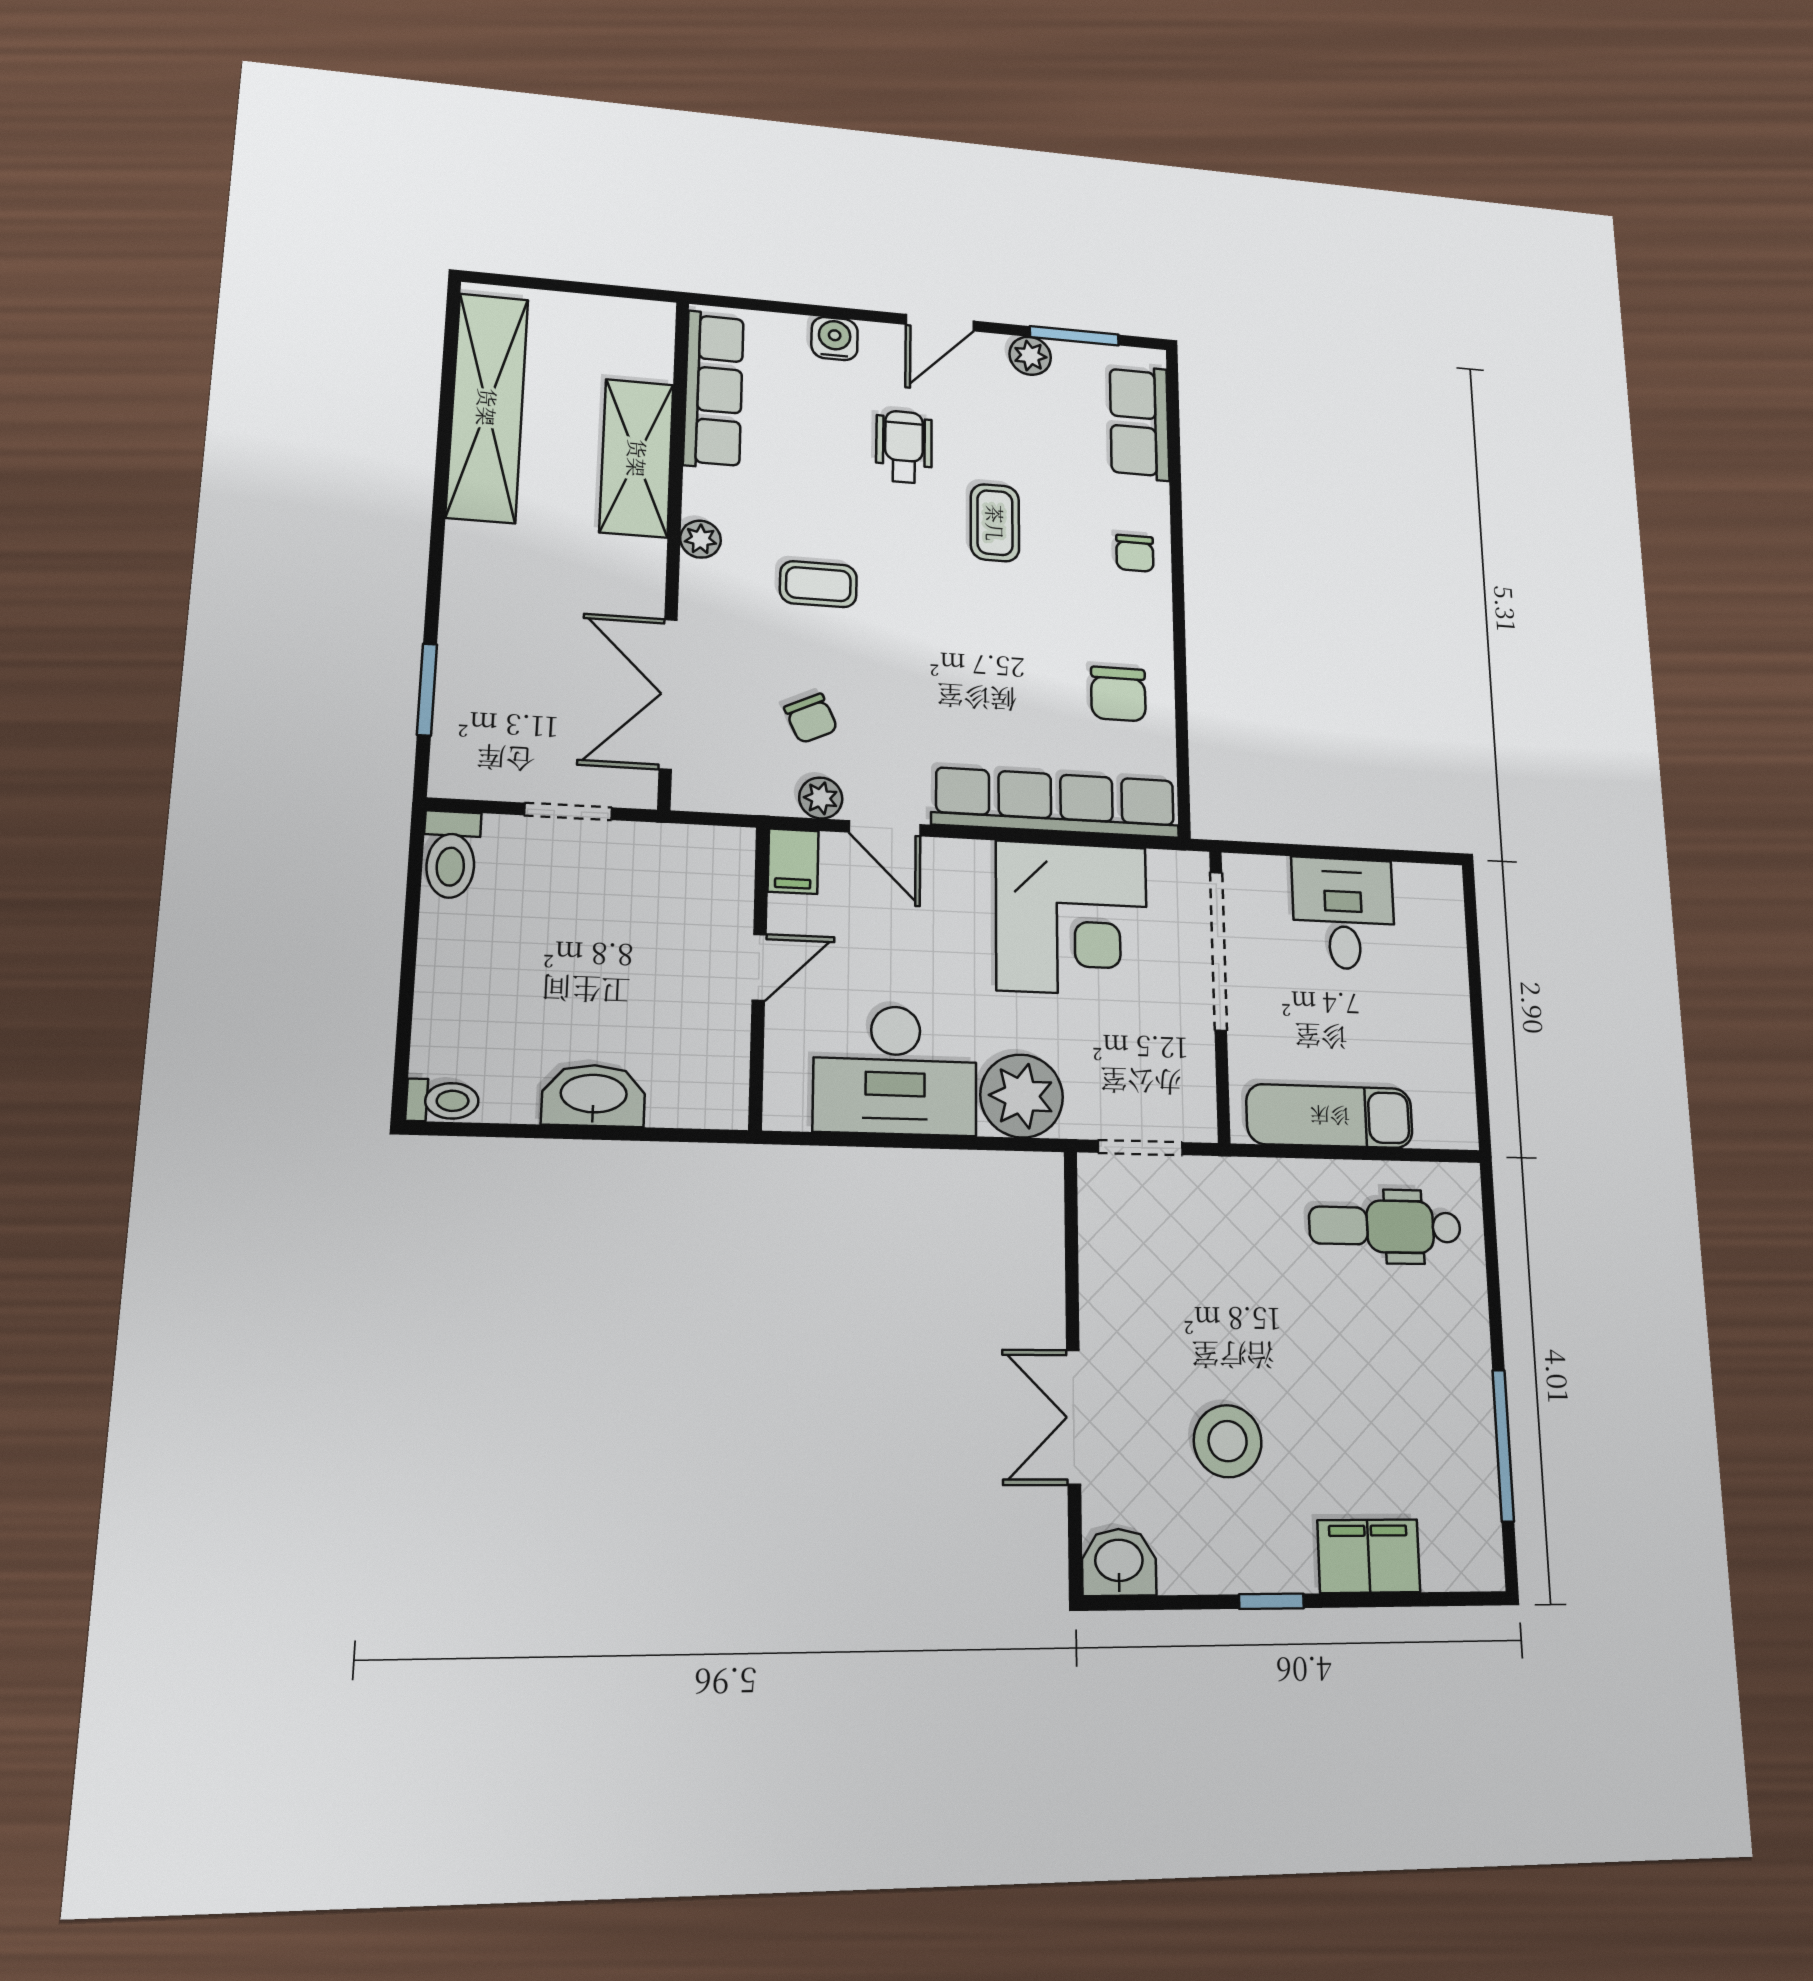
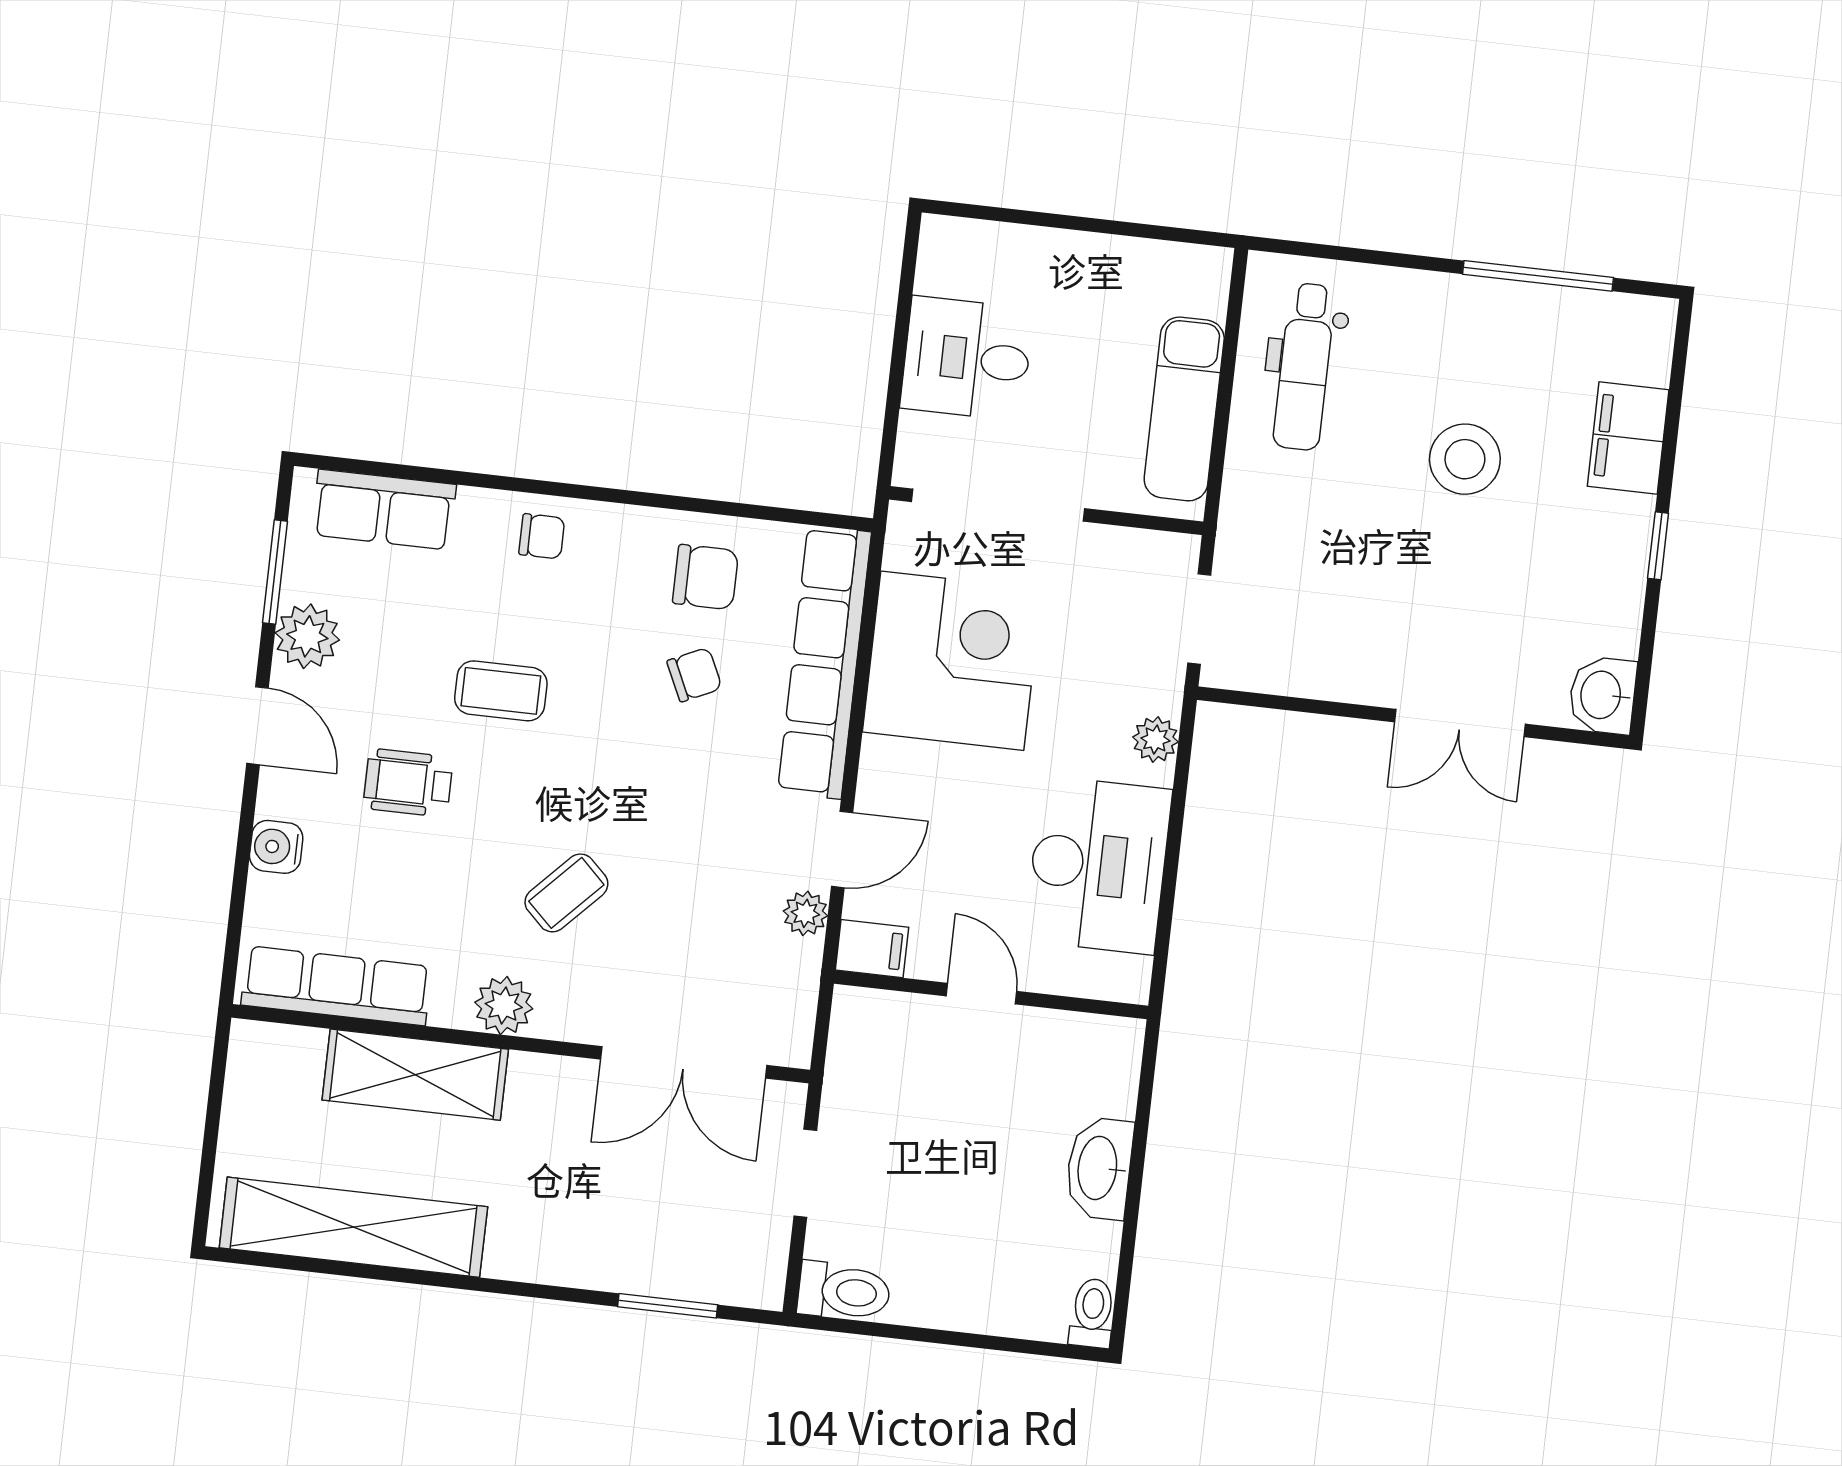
plant: (1030, 356) -> (307, 636), width x1.38, depth x1.38
plant: (700, 539) -> (504, 1005), width x1.38, depth x1.38
coffee table: (818, 584) -> (566, 893), turned 44
chair: (811, 718) -> (694, 675), moved
plant: (1022, 1096) -> (1155, 739), width x0.53, depth x0.53
stool: (1228, 1441) -> (1465, 459), moved

